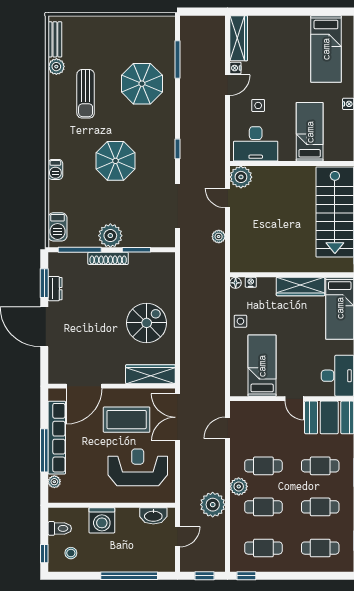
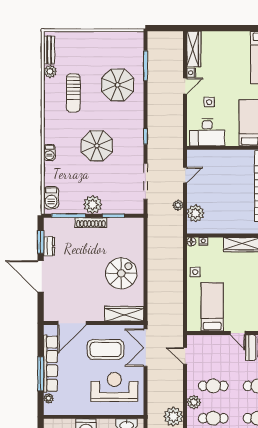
plant: (241, 177) -> (196, 213), moved
door: (228, 198) -> (185, 175), swing flipped
door: (228, 428) -> (185, 356), hinge flipped

